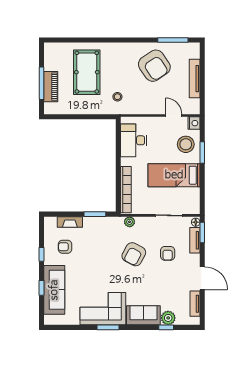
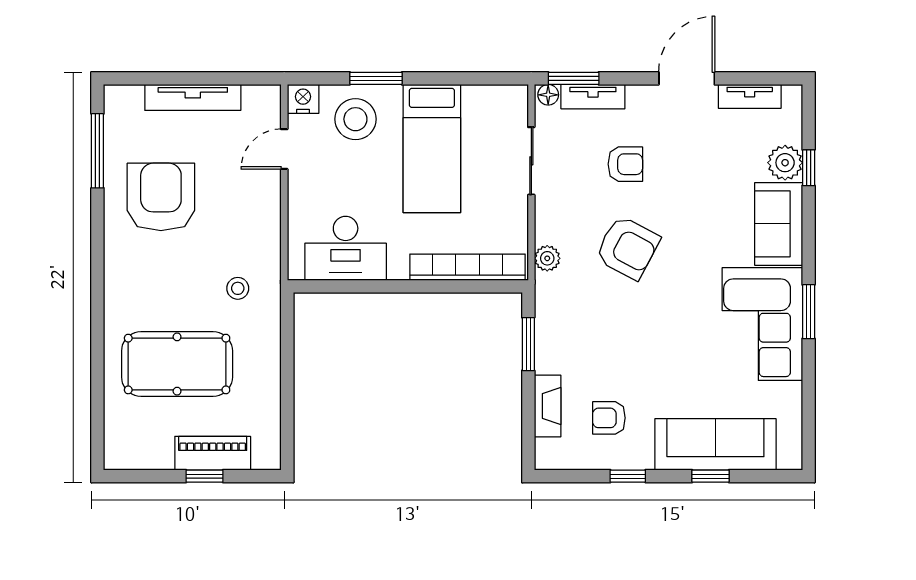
armchair: (154, 66) -> (161, 197), turned -56
window: (41, 83) -> (205, 476), width x0.46
armchair: (65, 247) -> (609, 418), turned 90

